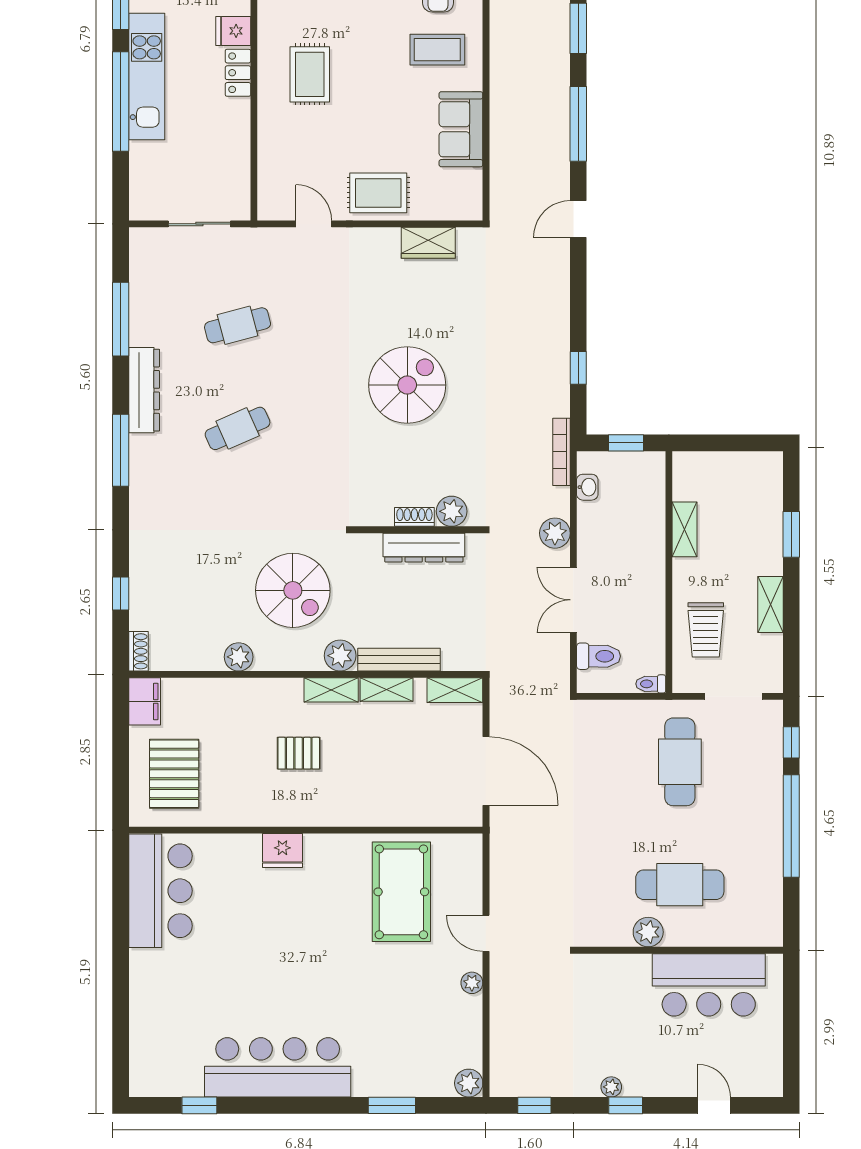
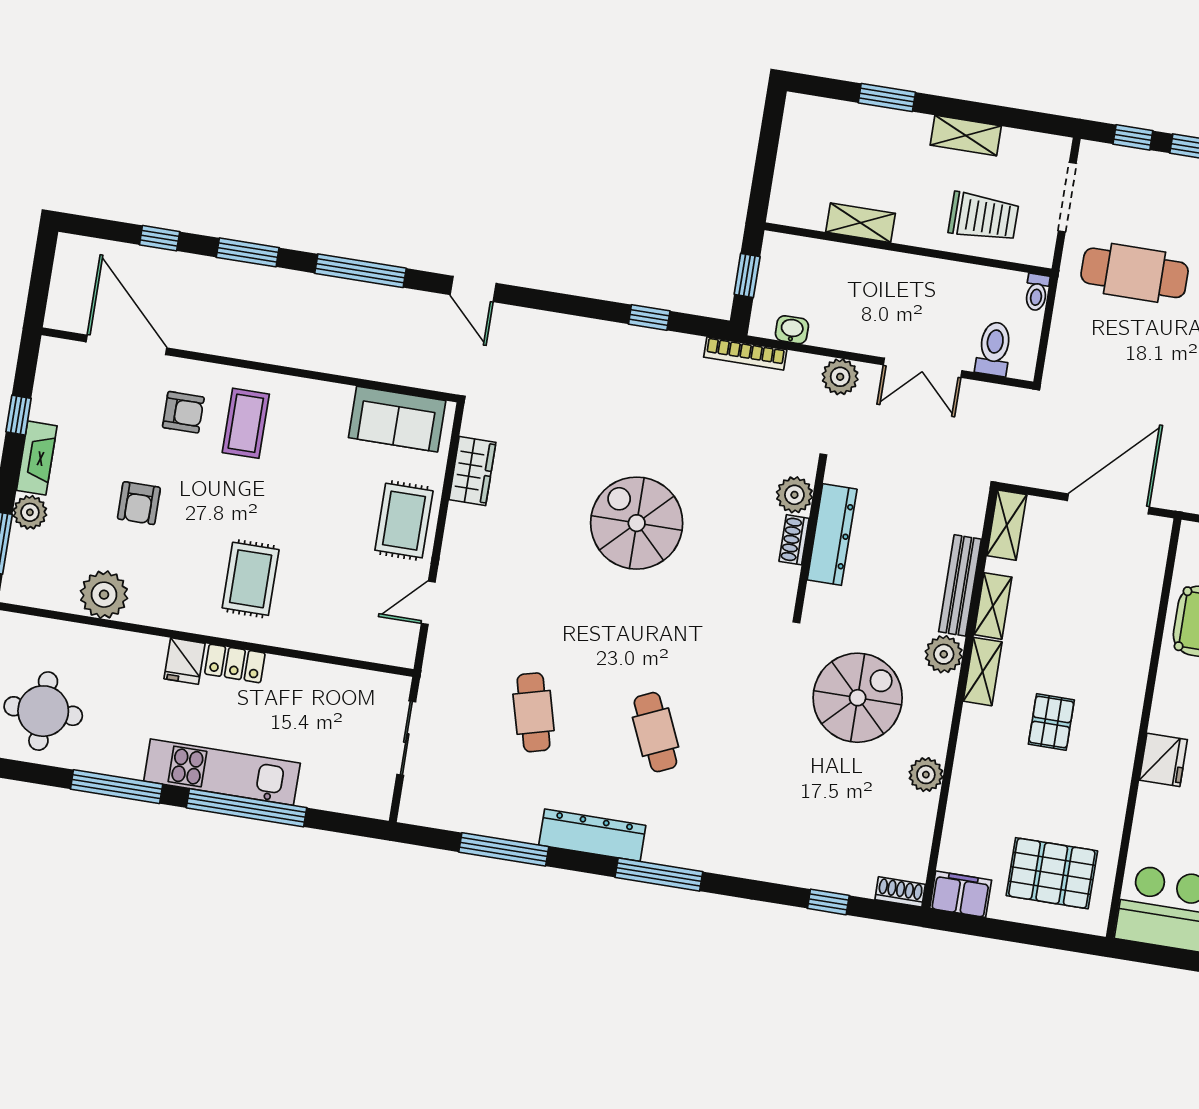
rug: (310, 74) -> (251, 579), turned 90
sofa: (461, 129) -> (397, 419), moved

